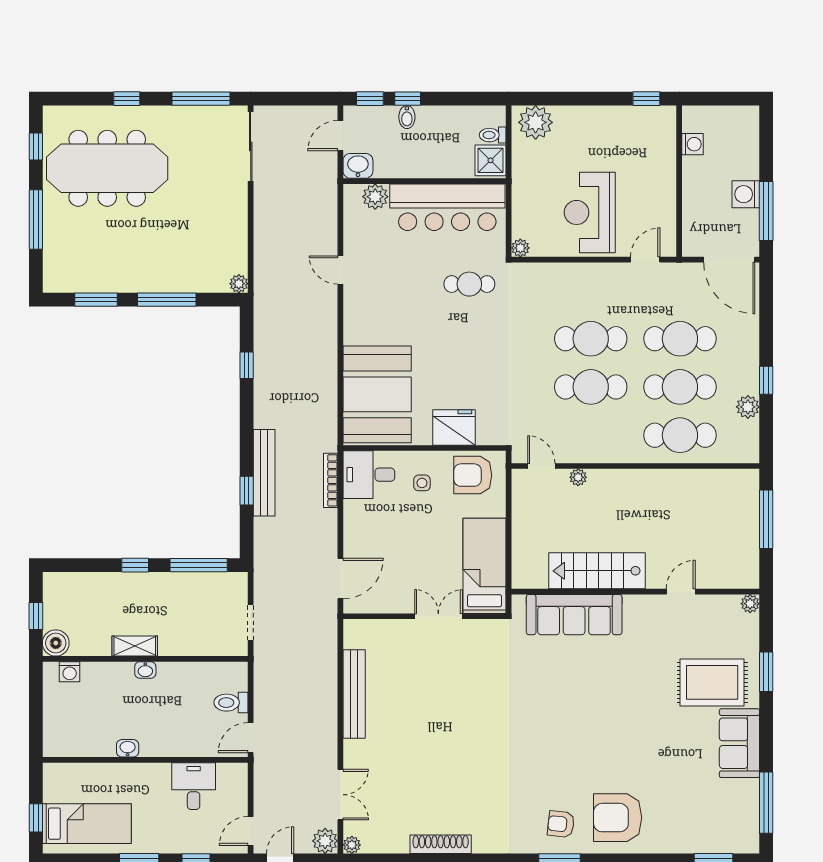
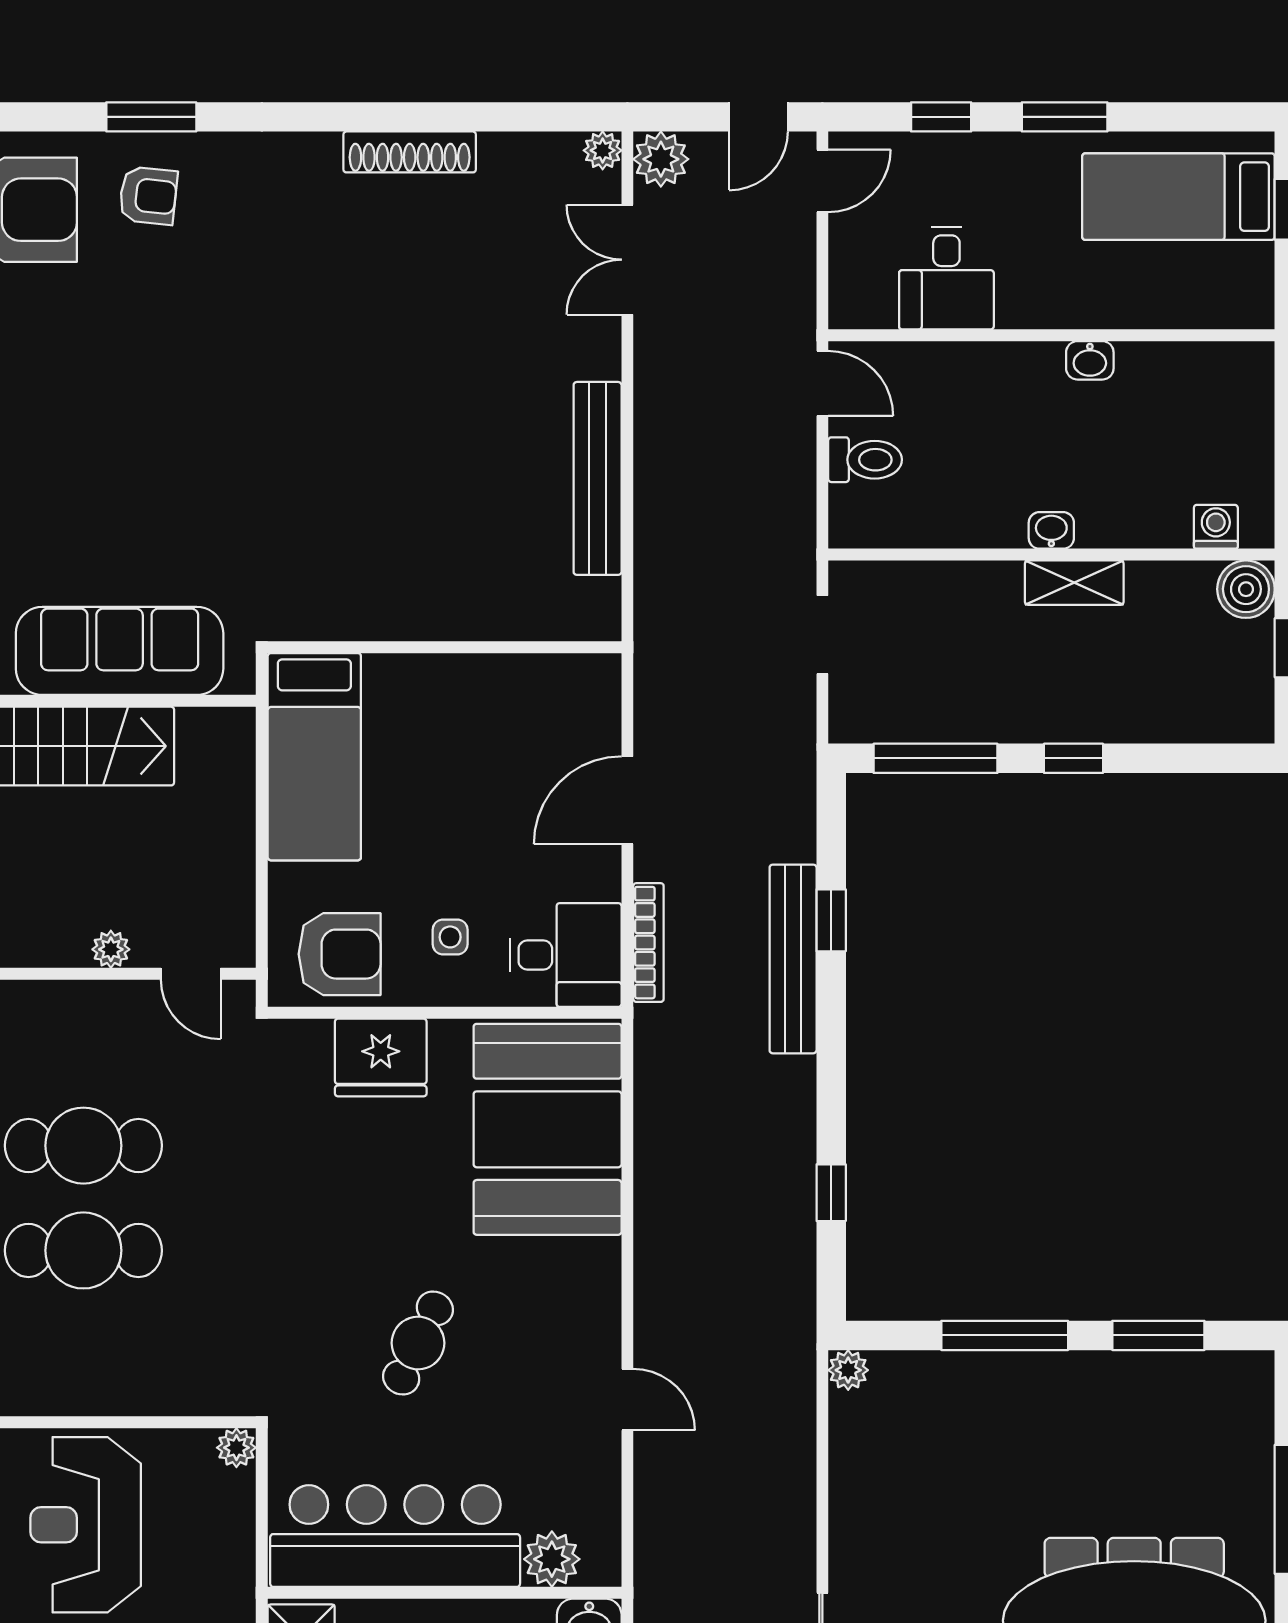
reception desk: (590, 212) -> (86, 1525), turned 180
cafe table: (469, 284) -> (418, 1343), moved, turned -64
door: (340, 579) -> (627, 800), moved
double door: (438, 616) -> (414, 647), removed
door: (251, 738) -> (822, 383), hinge flipped

